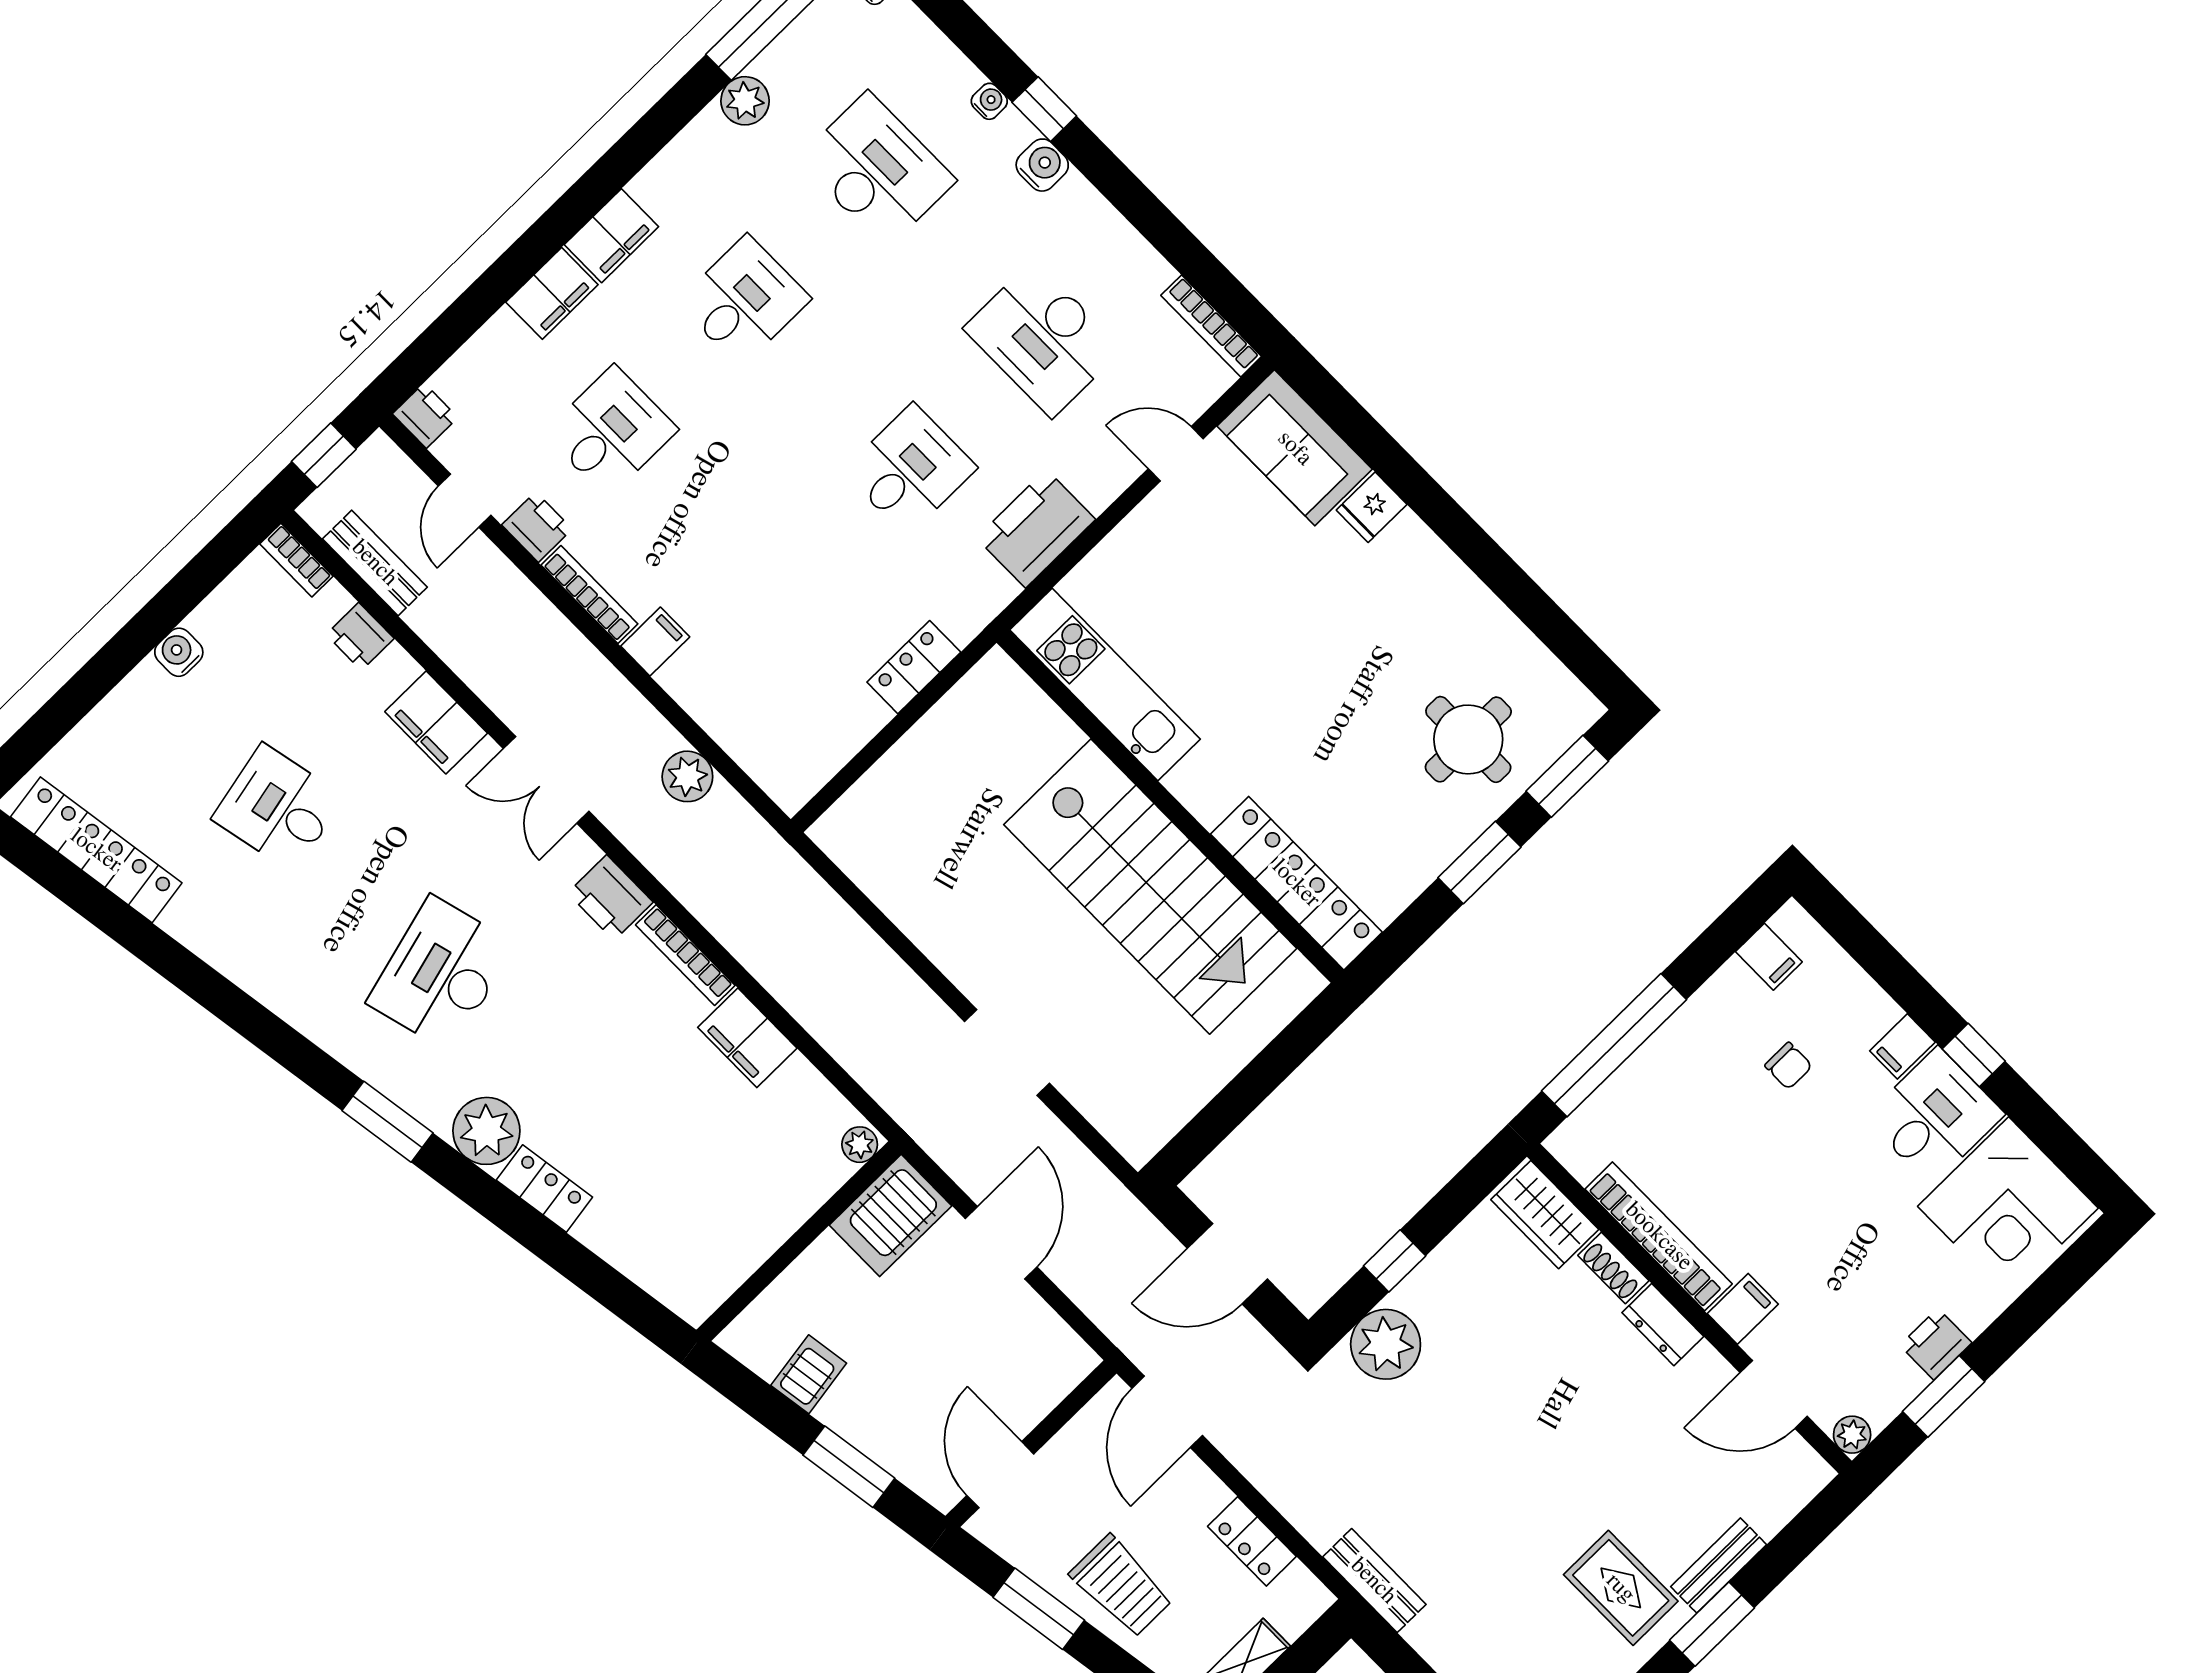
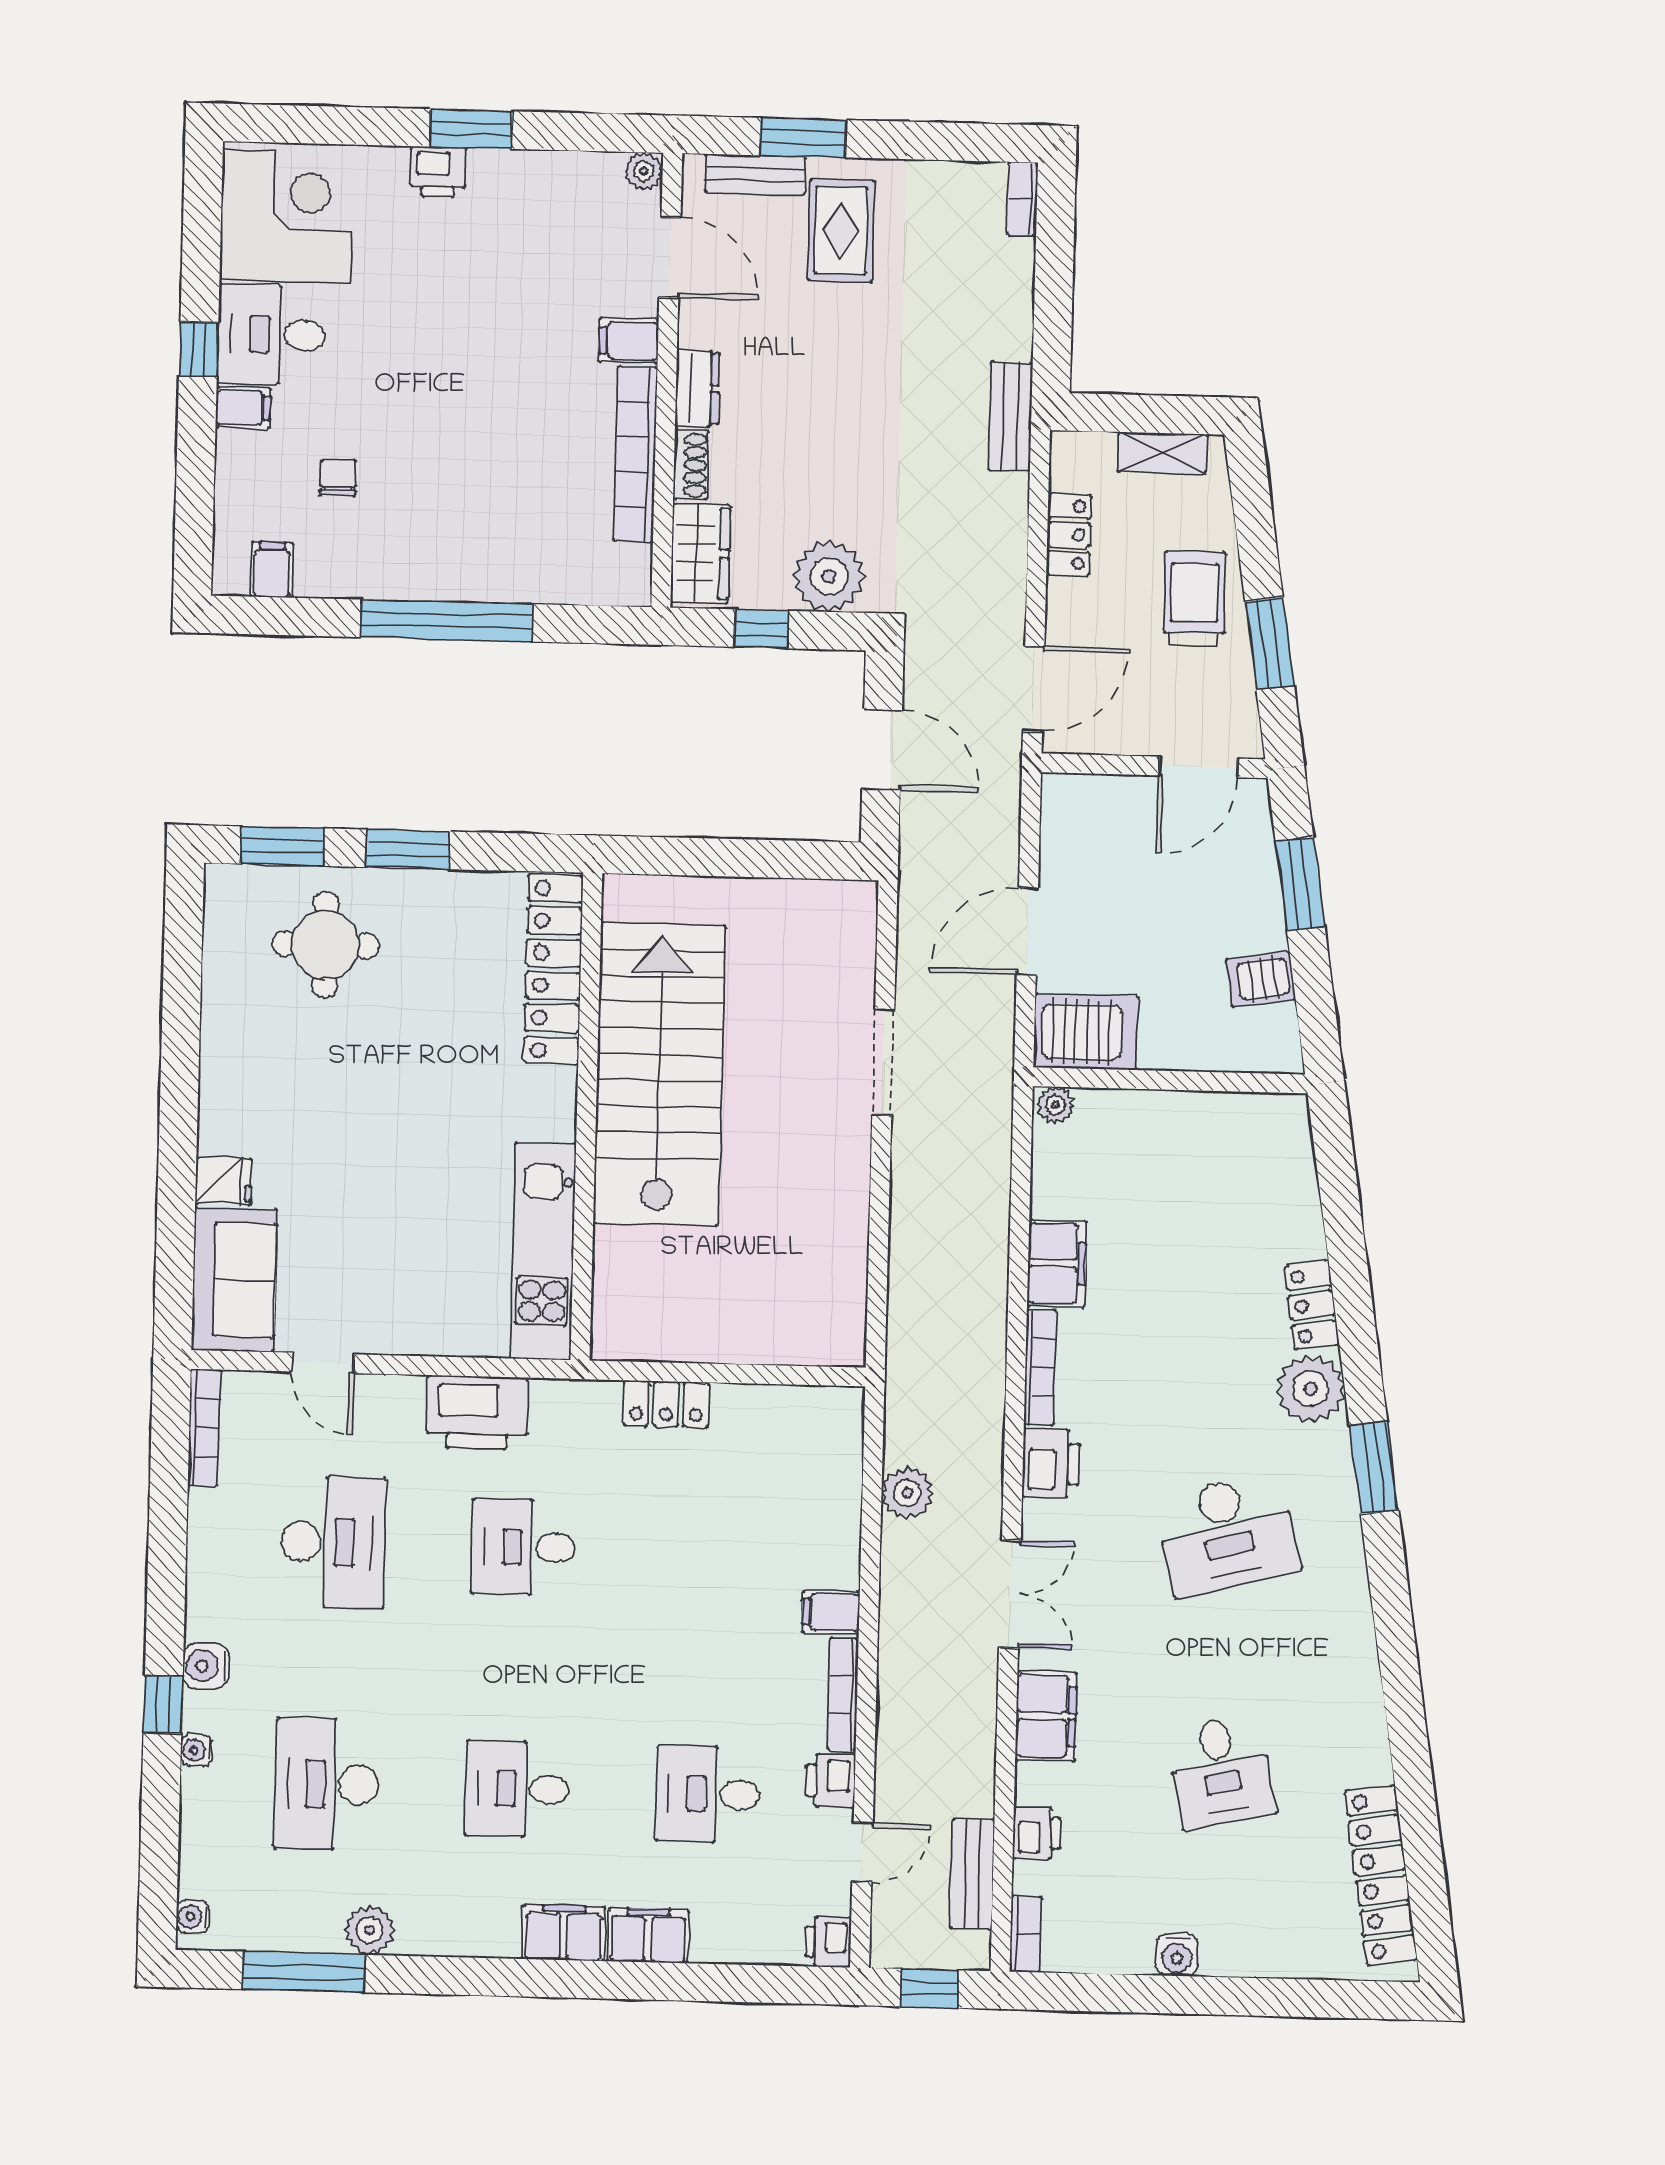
wardrobe: (1545, 1215) -> (700, 553), moved
bookcase: (1659, 1236) -> (636, 454), moved
shoe rack: (1613, 1268) -> (691, 465), moved
wall: (1689, 1309) -> (667, 380), moved
filing cabinet: (1743, 1309) -> (629, 341), moved
dresser: (1663, 1325) -> (697, 389), moved
door: (1774, 1394) -> (670, 257), moved
plant: (1852, 1435) -> (644, 171), moved

